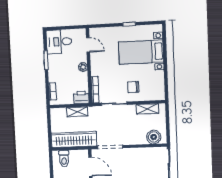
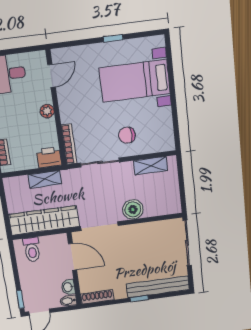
door: (88, 45) -> (52, 76), hinge flipped
boiler: (154, 137) -> (133, 209), moved

